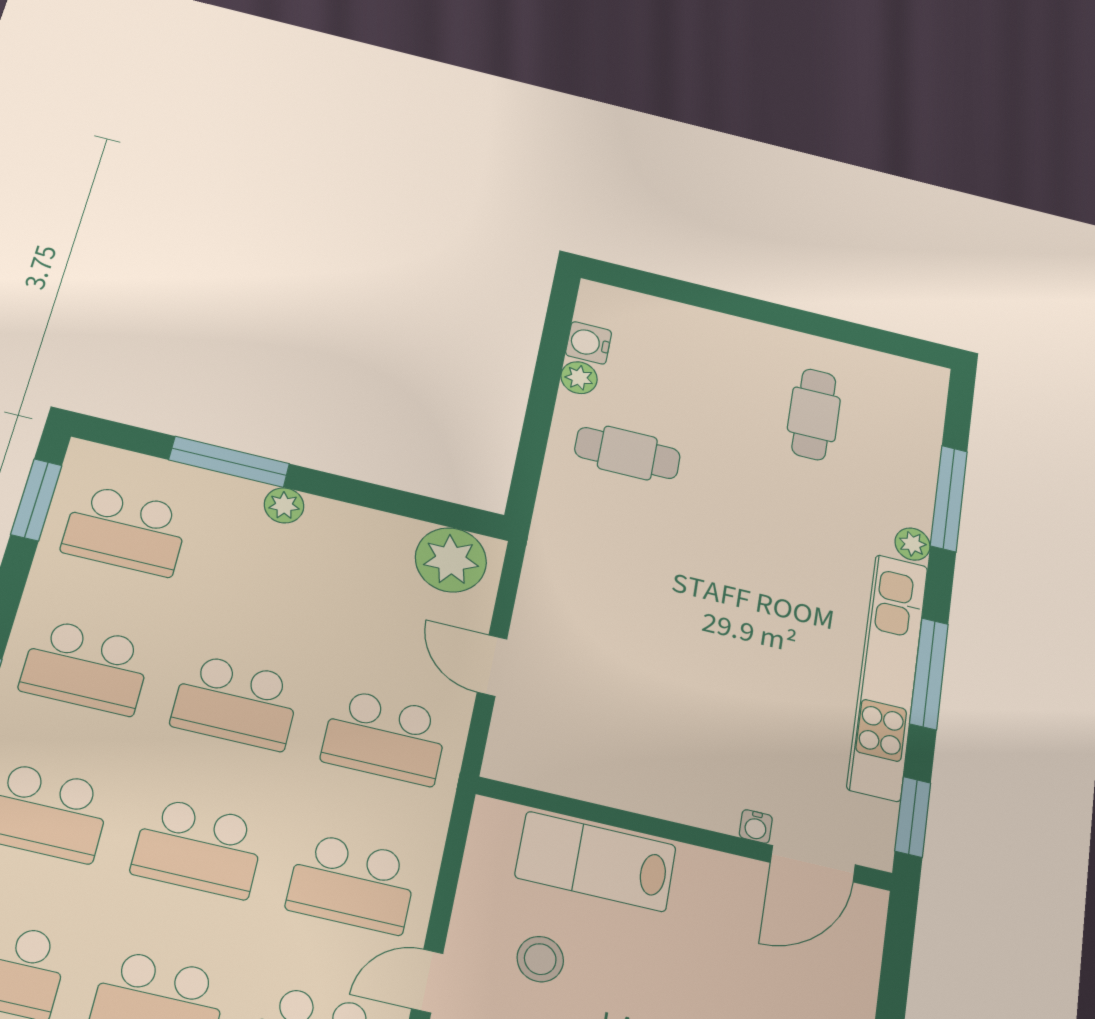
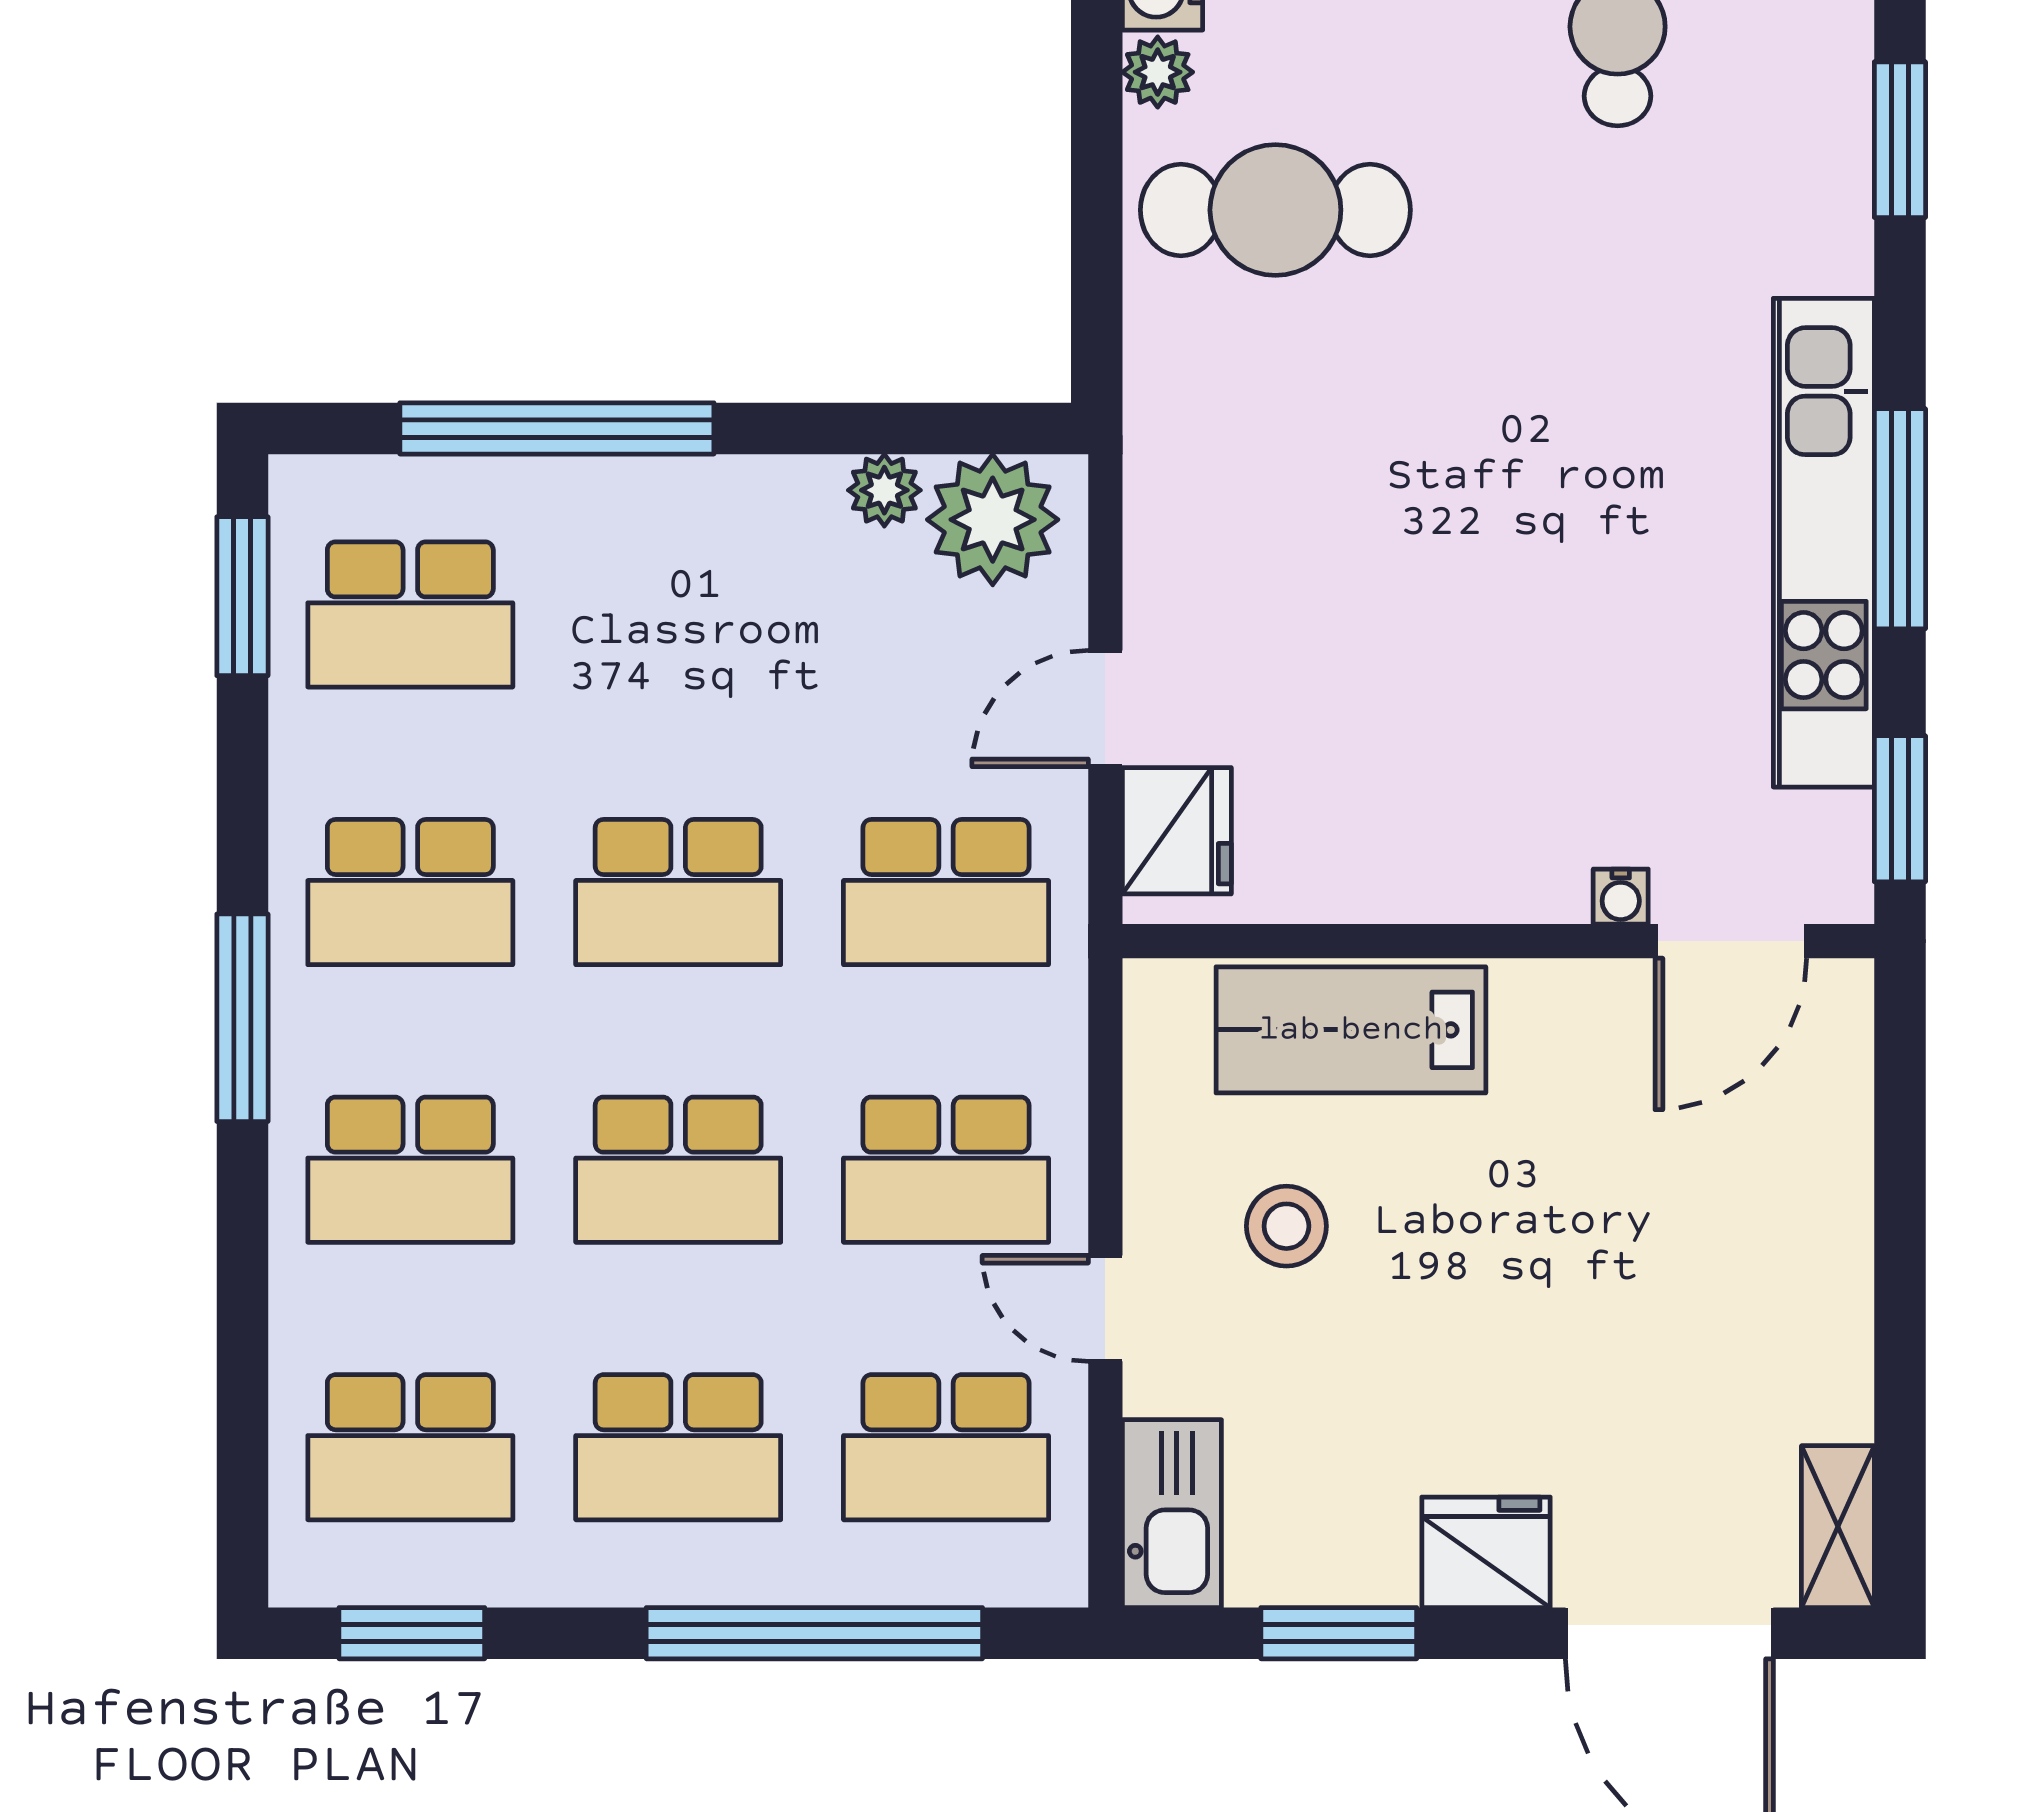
cafe table: (627, 453) -> (1275, 210), width x1.37, depth x1.35
window: (229, 462) -> (557, 428), width x1.46
window: (949, 498) -> (1900, 140), width x0.69
plant: (284, 505) -> (884, 490), moved
plant: (913, 544) -> (1840, 257), removed
door: (492, 666) -> (1105, 709), hinge flipped
fridge: (519, 736) -> (1177, 831), added
door: (427, 981) -> (1105, 1308), hinge flipped

